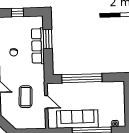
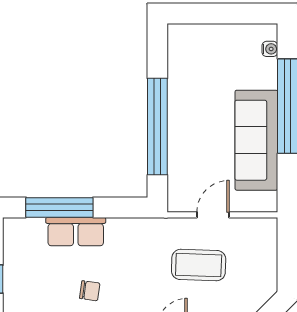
window: (48, 39) -> (59, 207), width x1.44
row of seats: (38, 46) -> (76, 232), width x0.68

